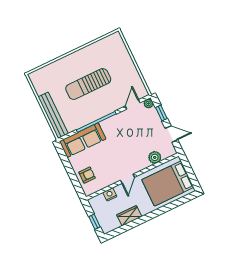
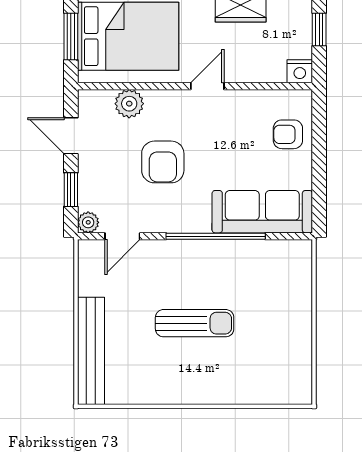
sun lounger: (88, 84) -> (195, 323), width x0.73, depth x0.75
bench: (53, 115) -> (91, 351), moved
armchair: (131, 141) -> (163, 162), added
window: (190, 173) -> (71, 36), added
nightstand: (110, 194) -> (300, 71), moved

